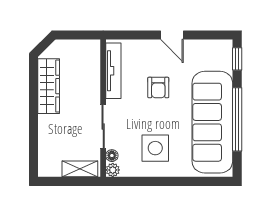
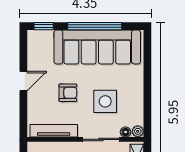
side table: (155, 148) -> (105, 101), moved

